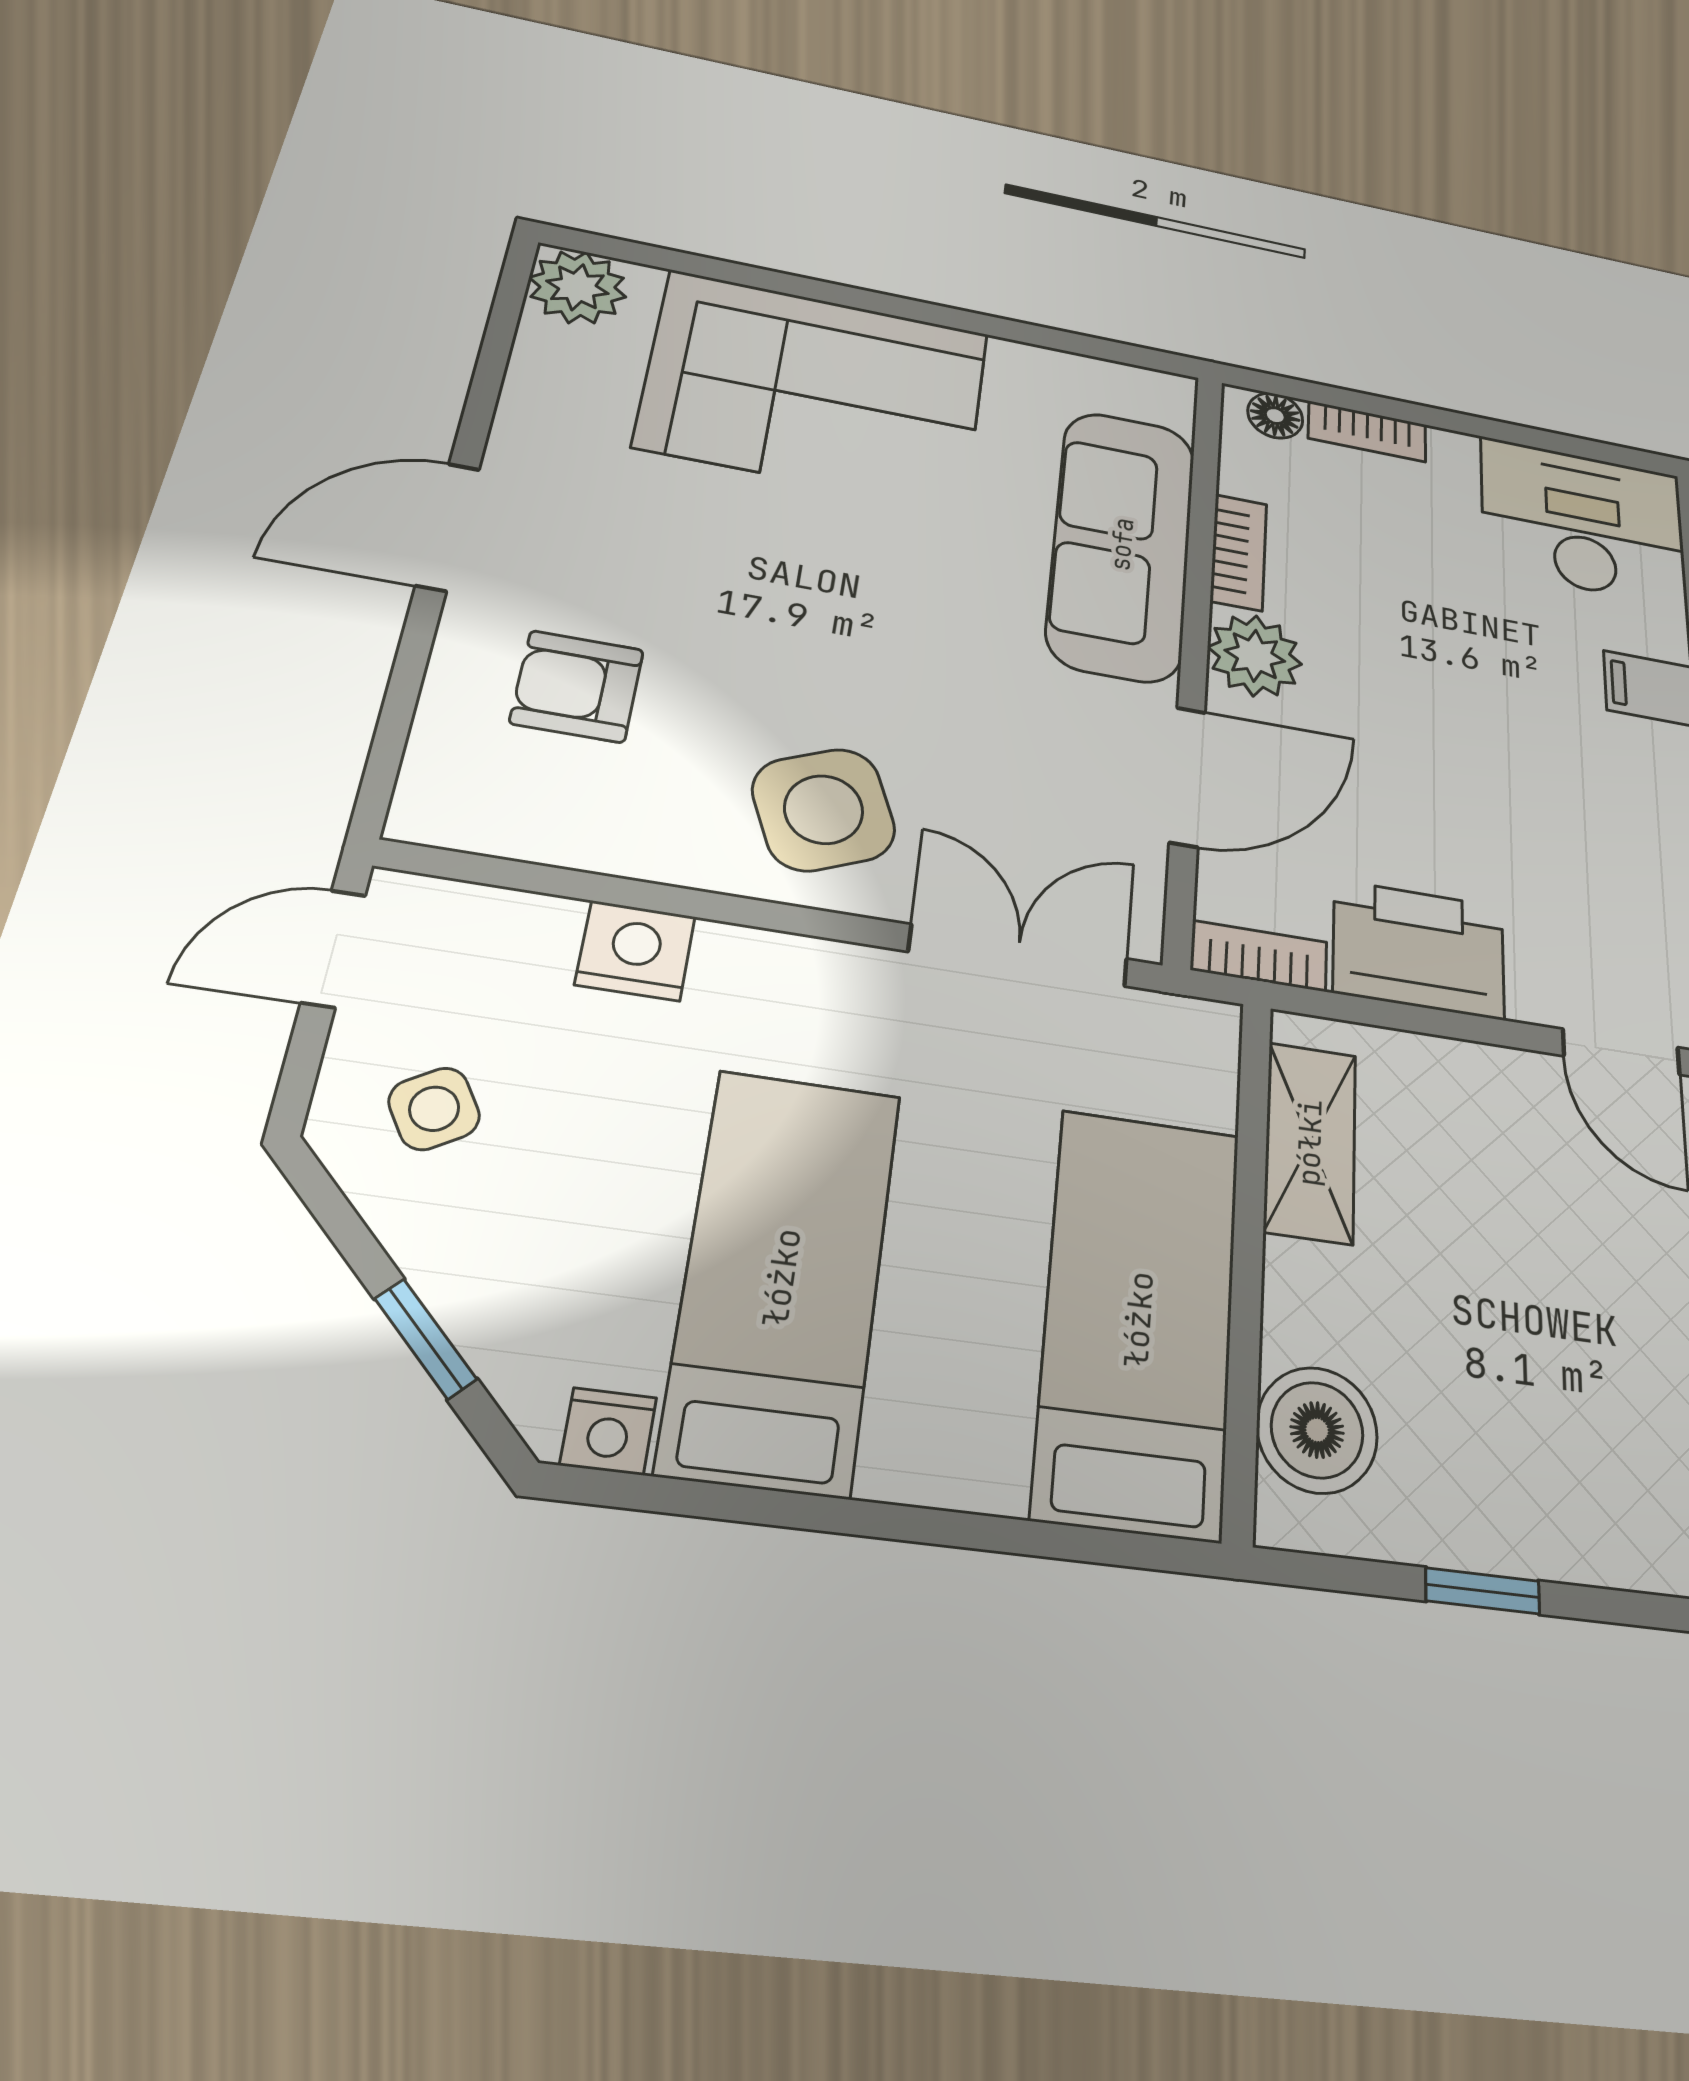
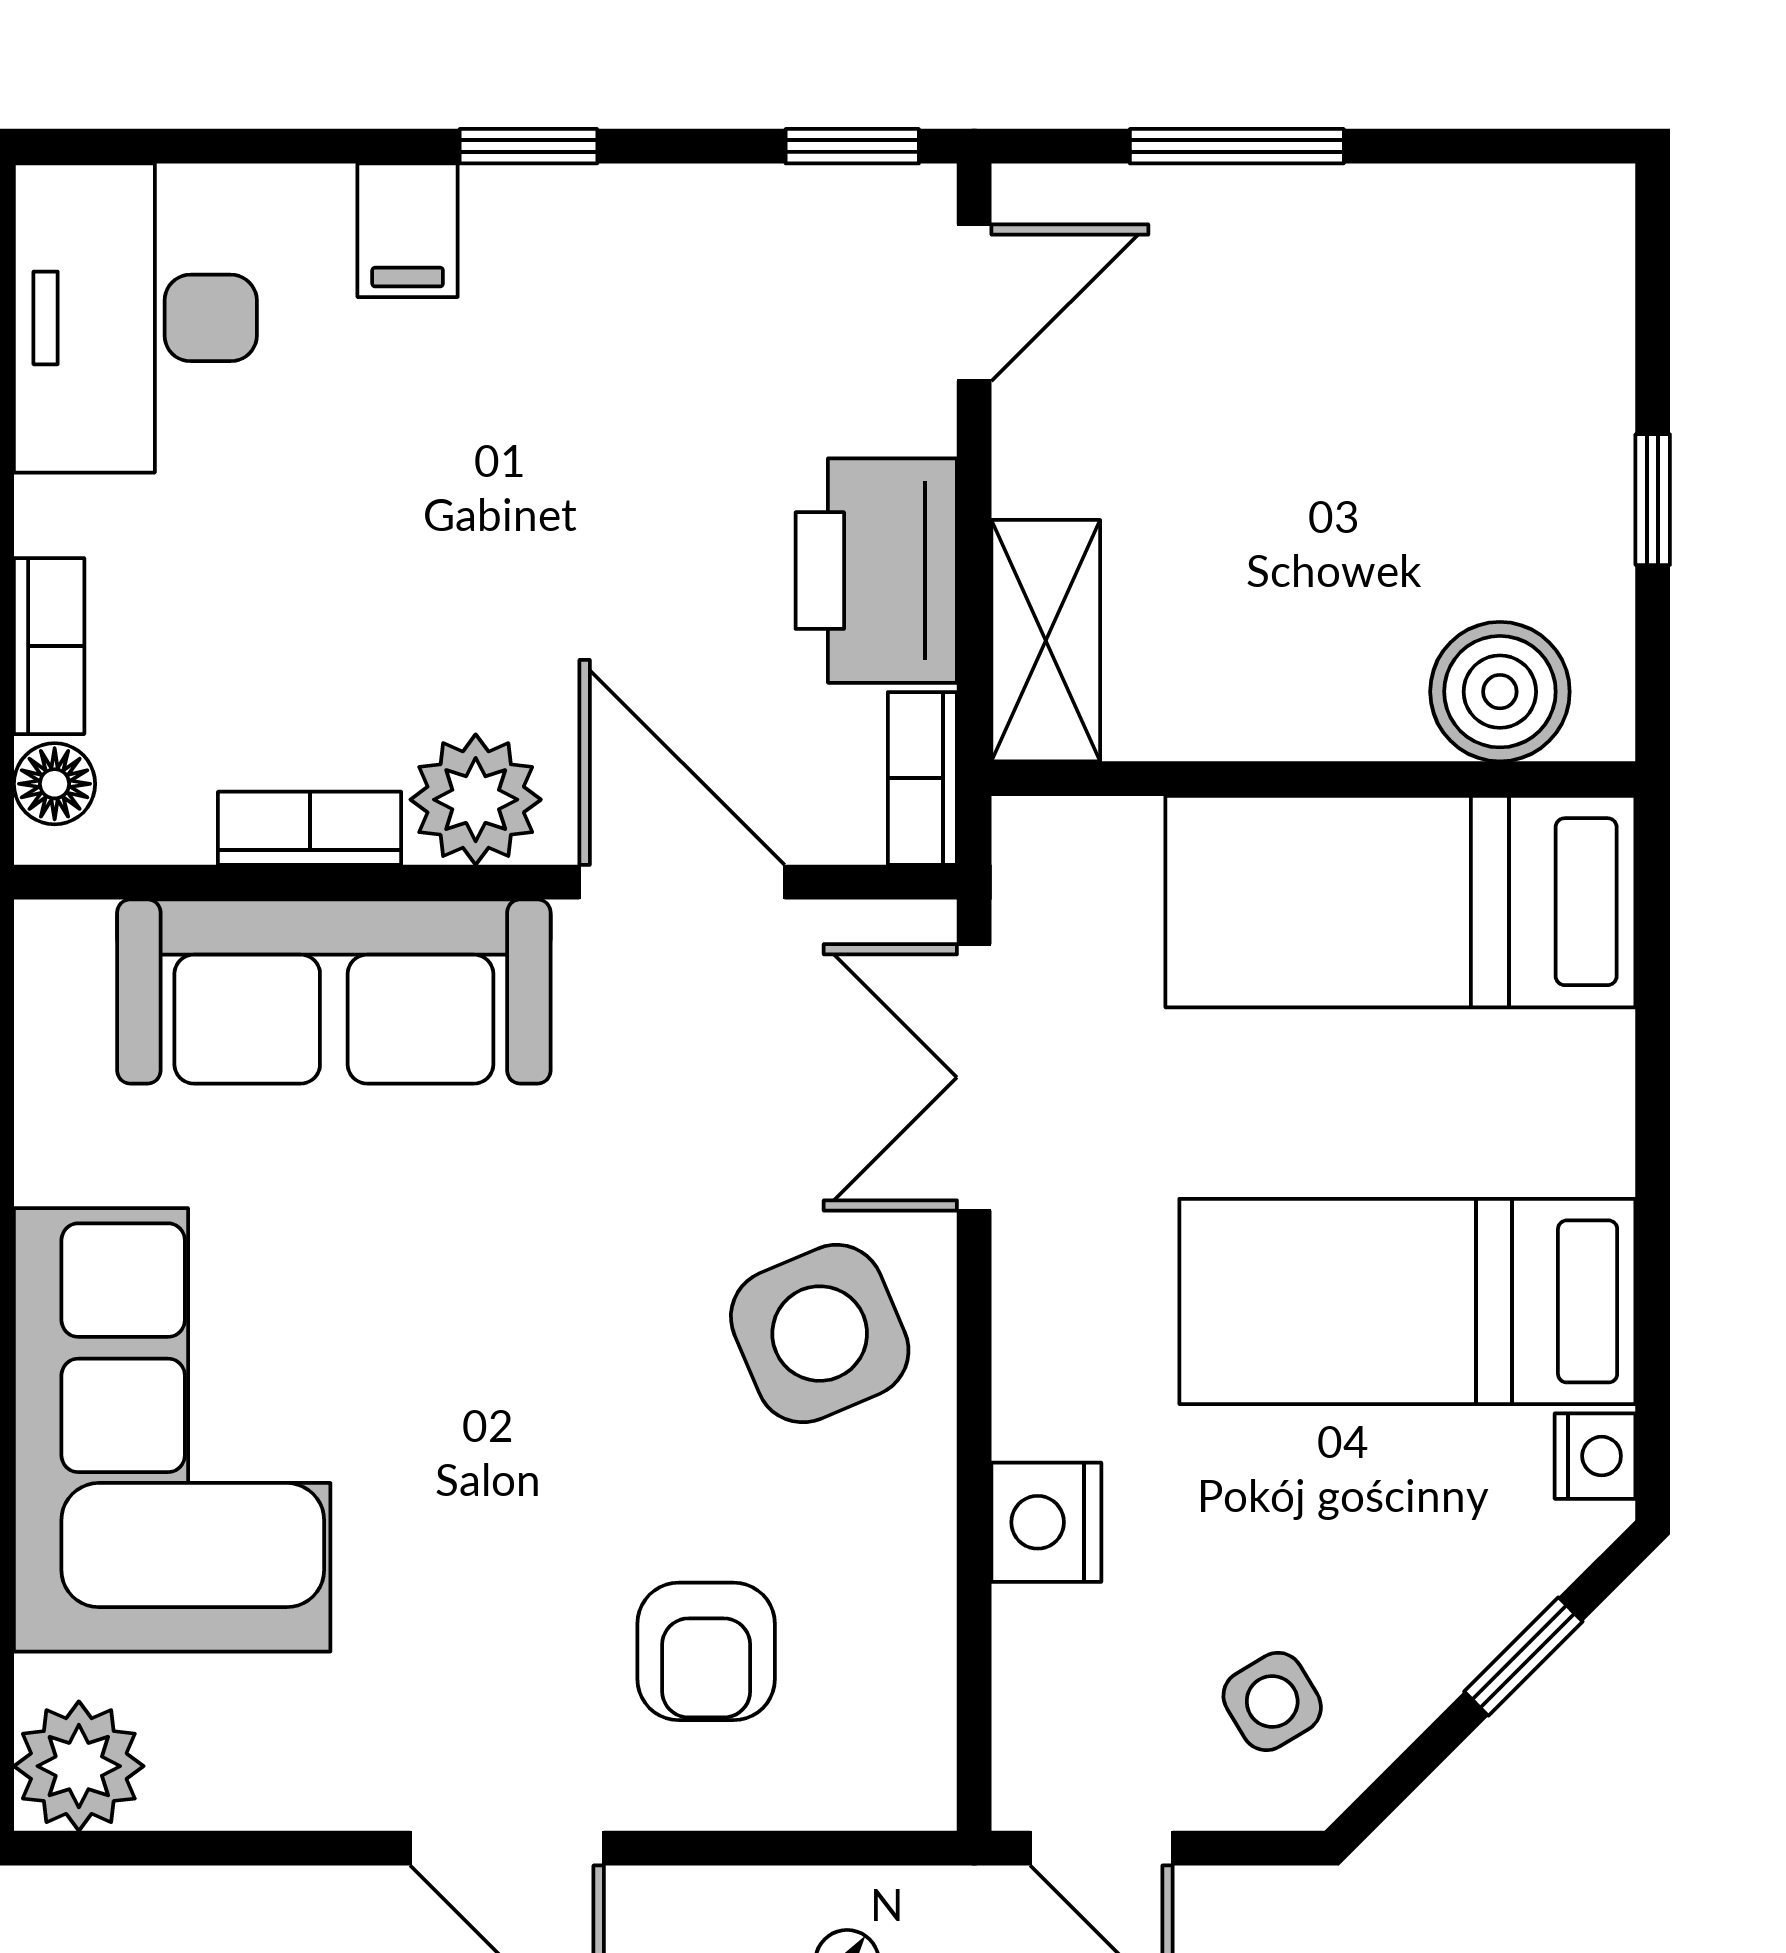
shelving: (1310, 1142) -> (1046, 641), moved, turned 90

